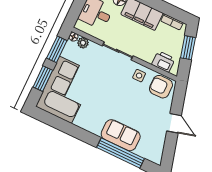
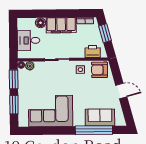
corner sofa: (65, 90) -> (51, 111), moved, turned -90
sofa: (121, 135) -> (100, 118), moved

